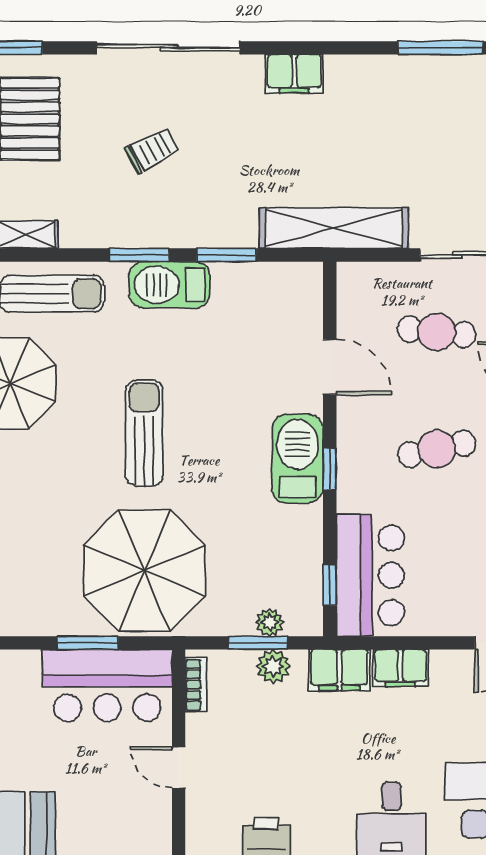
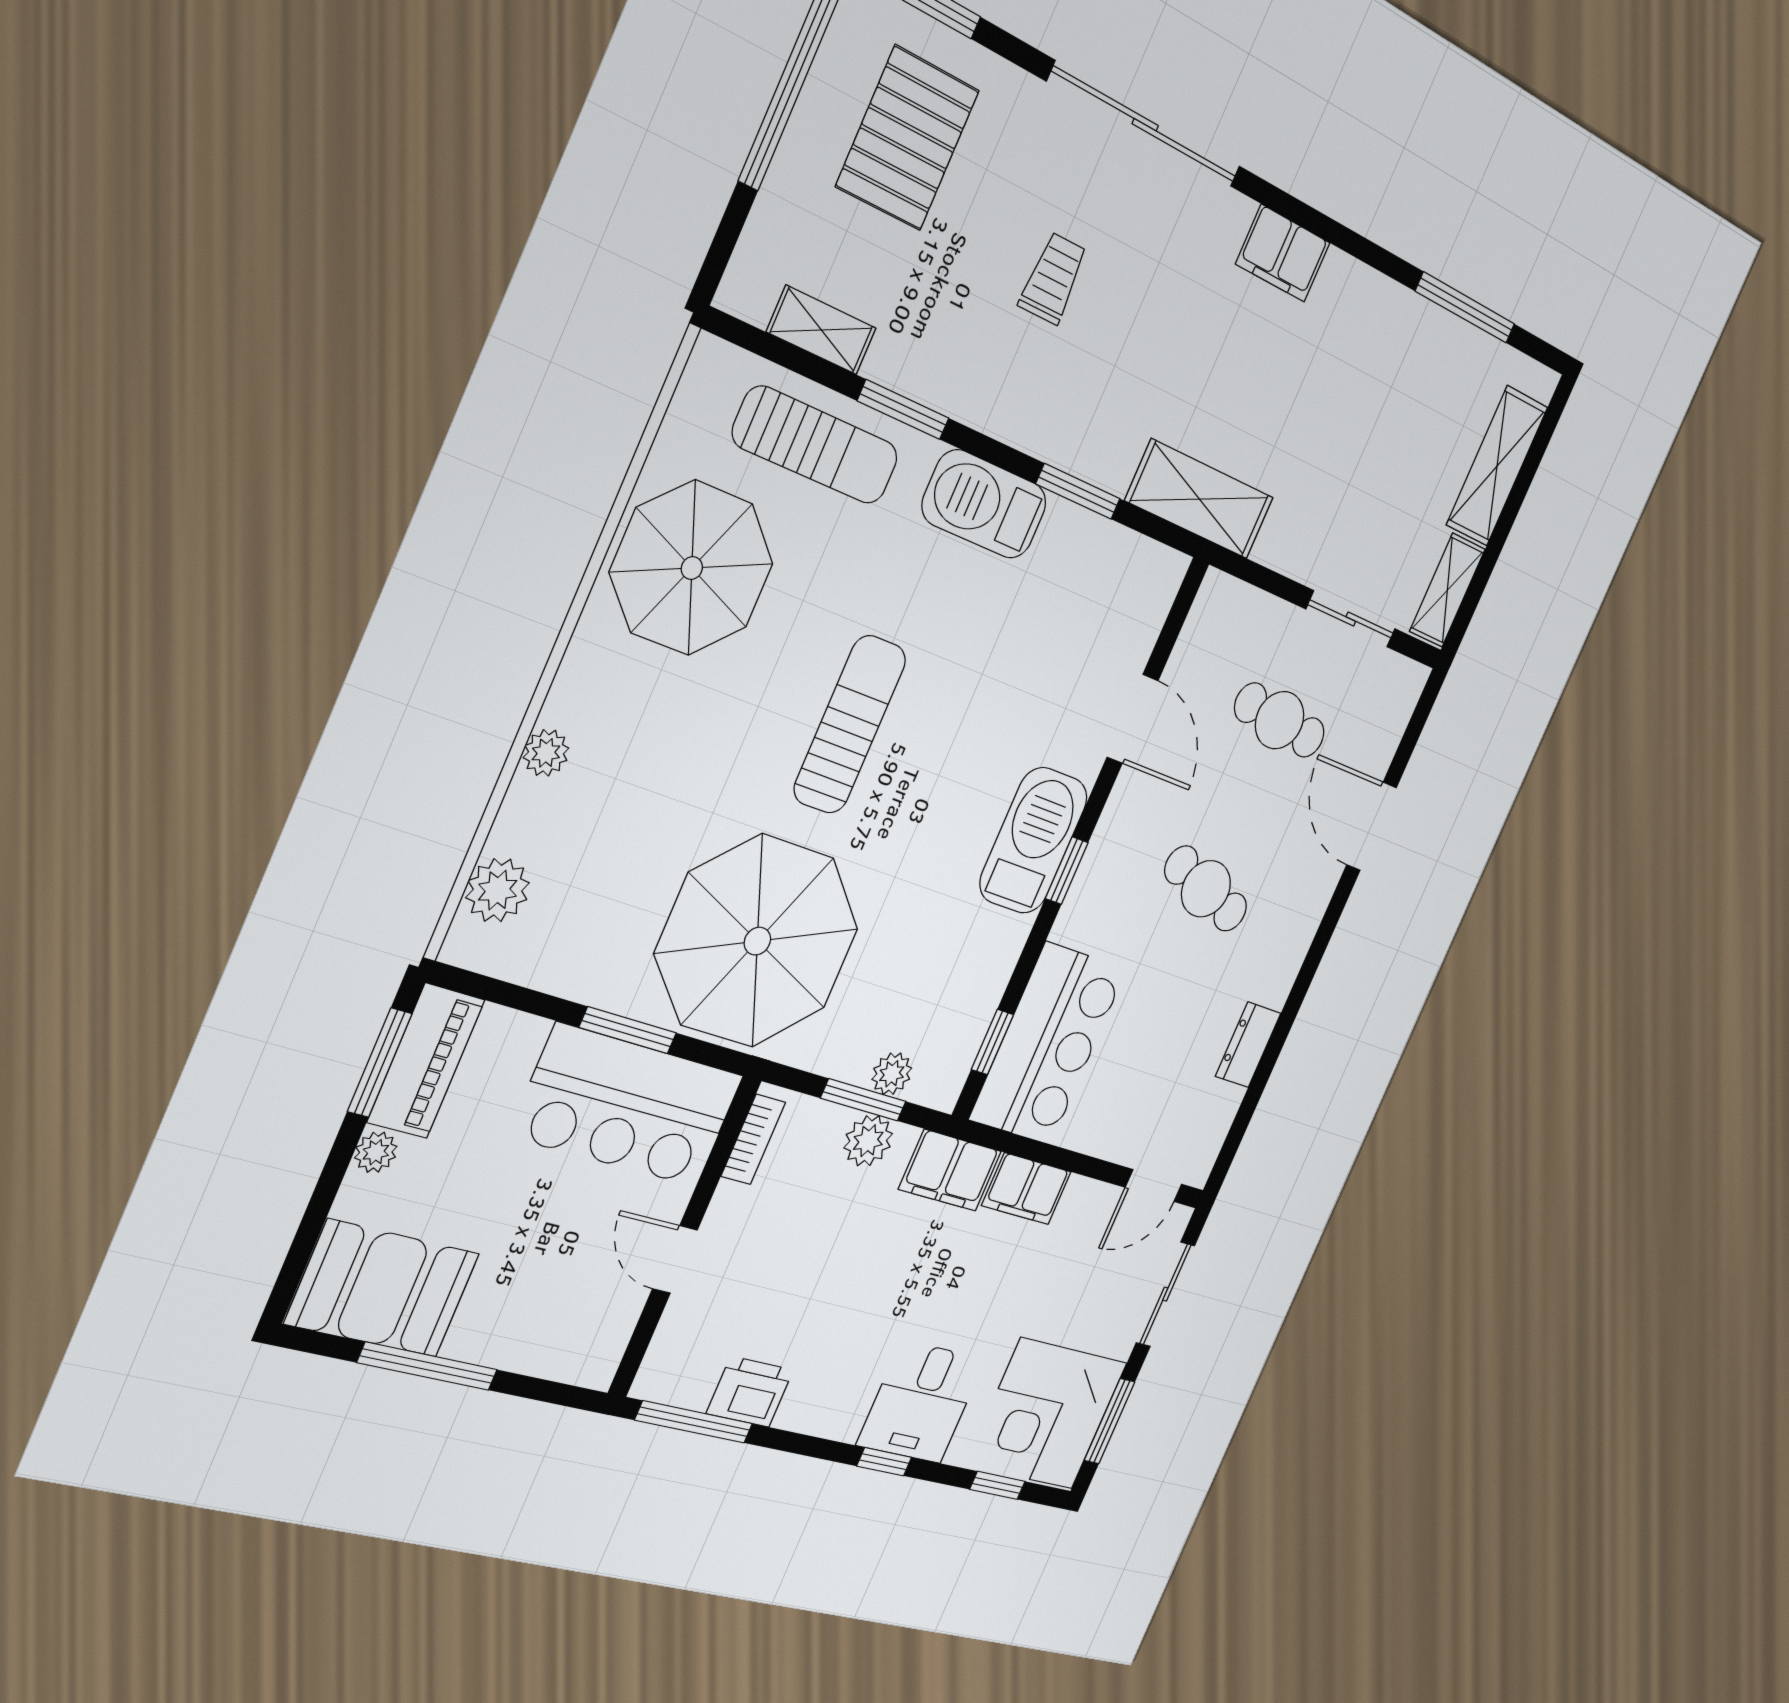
trolley: (152, 150) -> (1053, 278), turned -62
shelving: (334, 228) -> (1200, 499), width x0.68
window: (139, 255) -> (903, 410), moved
cafe table: (437, 449) -> (1206, 889), turned 30

